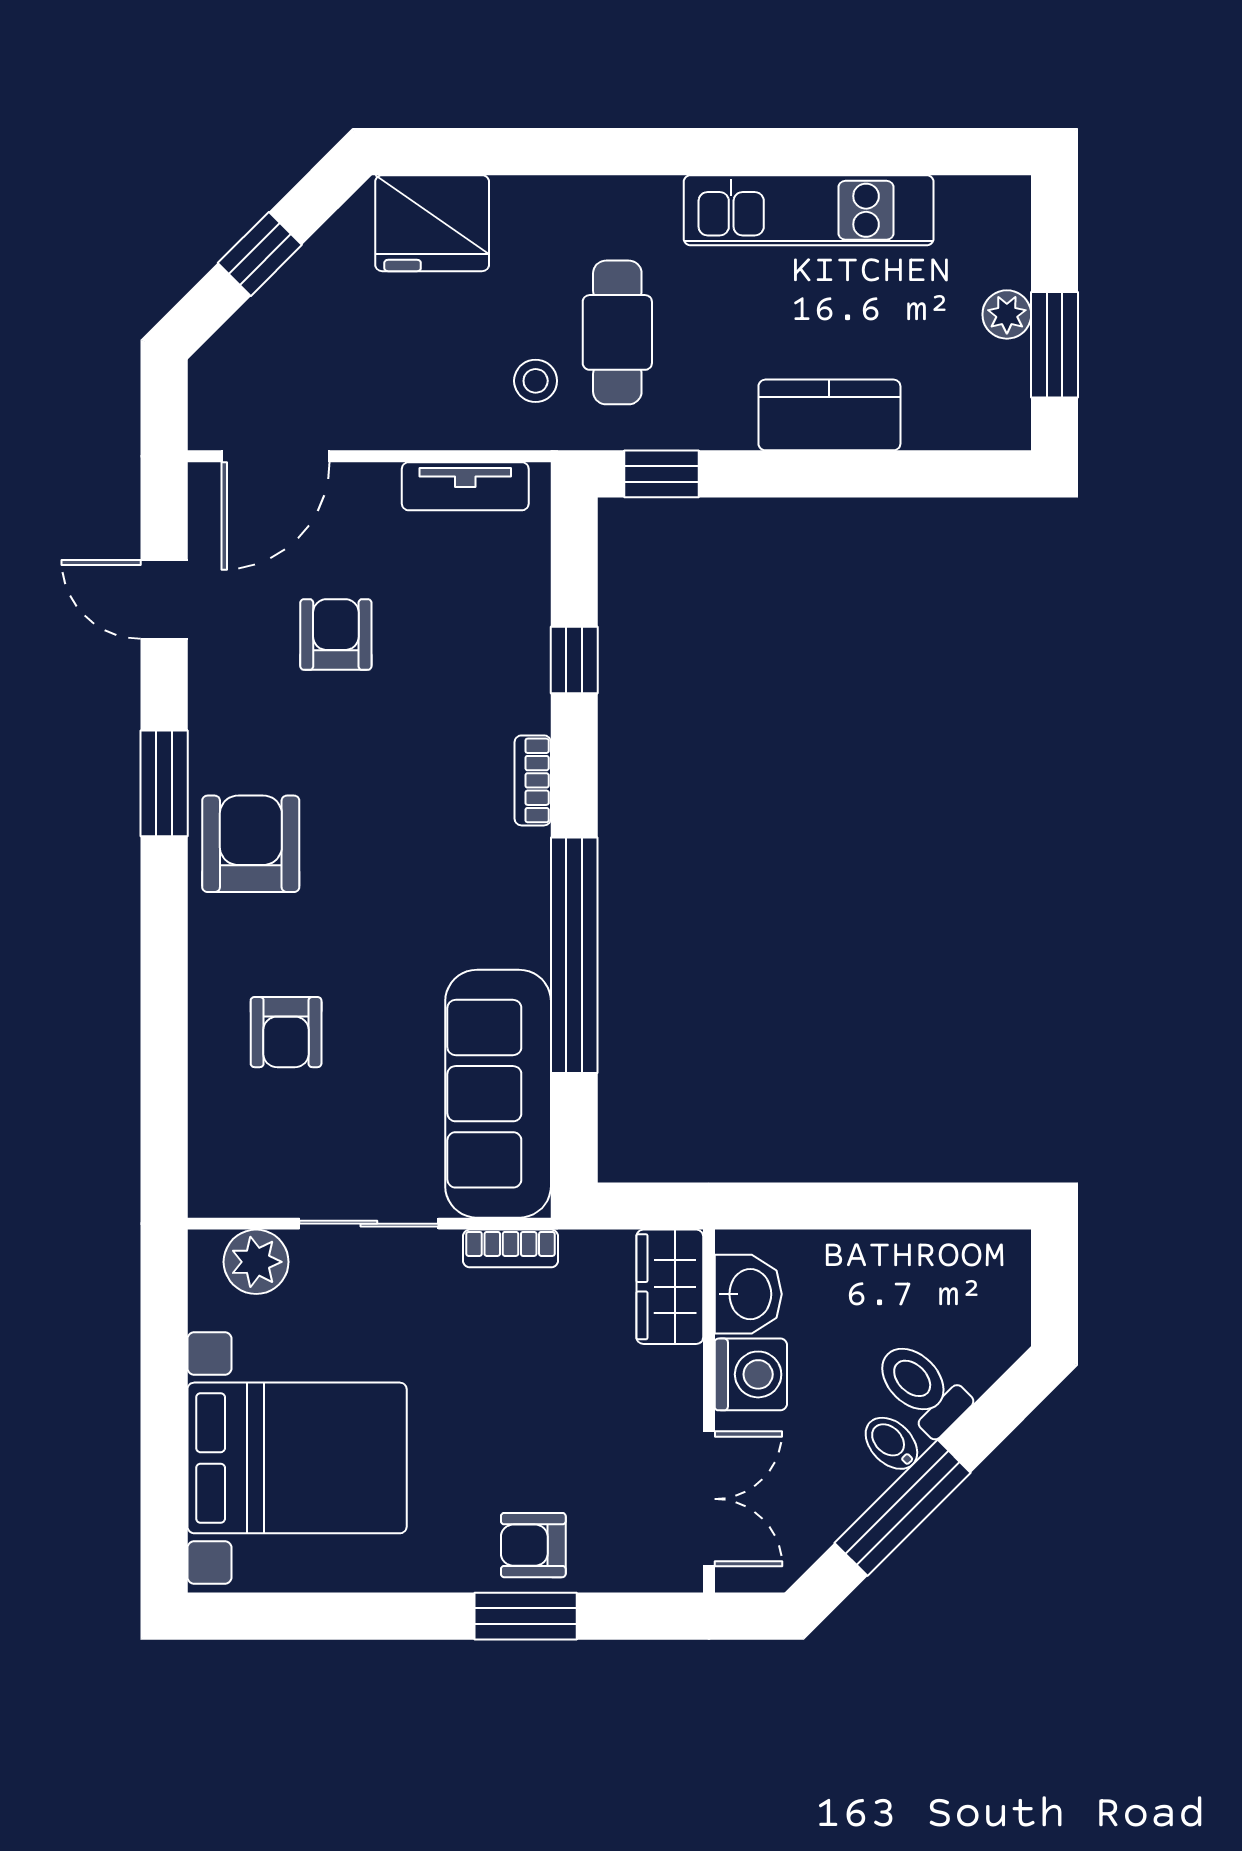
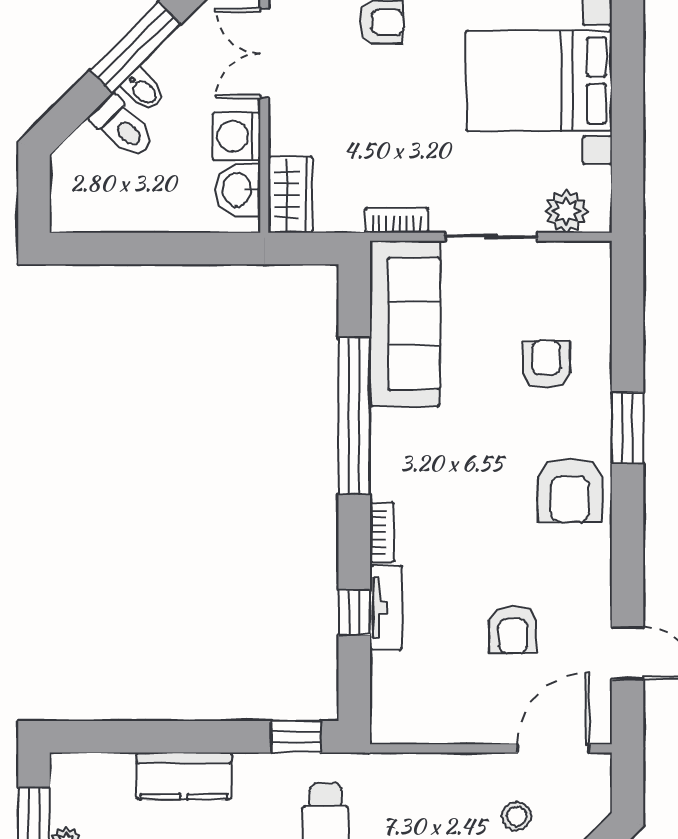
stool: (536, 381) -> (517, 816), moved
tv unit: (465, 486) -> (386, 608), moved, turned 90
window: (164, 783) -> (628, 428), moved

